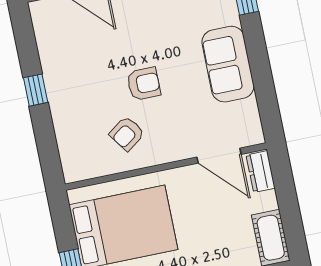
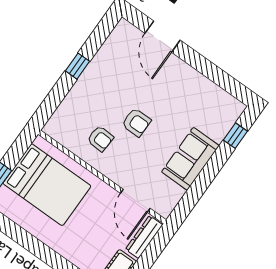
armchair: (127, 134) -> (100, 139), turned -141
dresser: (261, 172) -> (144, 237), width x1.44

